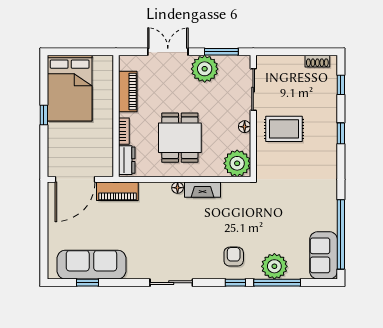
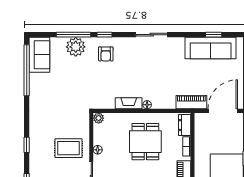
plant: (237, 163) -> (99, 118), width x0.53, depth x0.53

